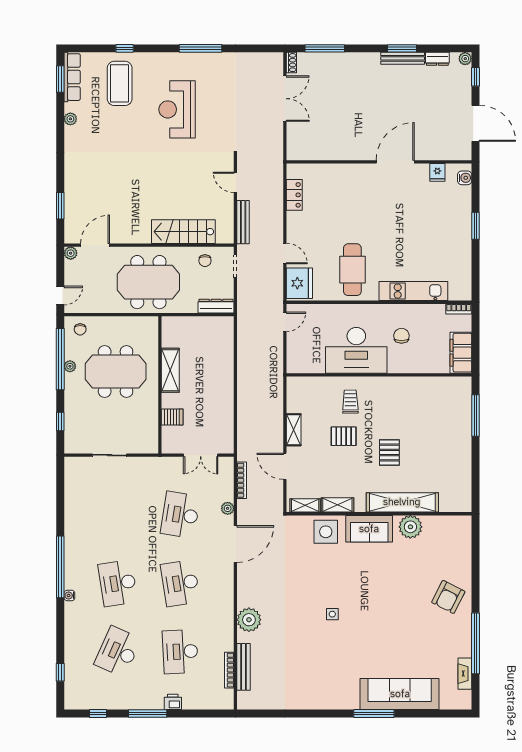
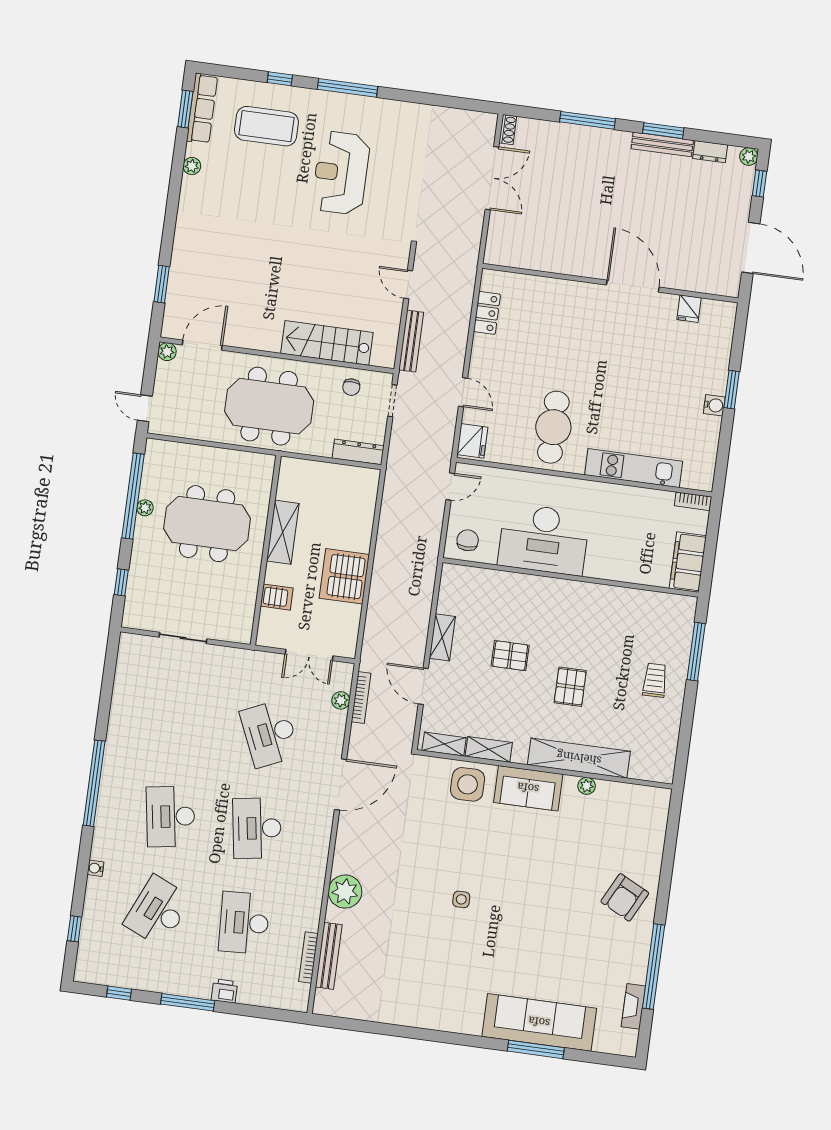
window: (201, 48) -> (348, 88), moved
window: (325, 48) -> (588, 120), moved
coffee table: (120, 83) -> (266, 126), turned 90
door: (395, 162) -> (633, 286), hinge flipped
water cooler: (465, 178) -> (714, 405), moved
fridge: (299, 283) -> (472, 441), width x0.73, depth x0.75
door: (60, 296) -> (145, 408), swing flipped
chair: (80, 329) -> (166, 459), removed
chair: (401, 336) -> (468, 540), moved
server rack: (218, 396) -> (344, 576), added
trolley: (350, 402) -> (655, 680), moved
plant: (228, 508) -> (341, 700), moved
desk: (180, 515) -> (270, 734), turned -33
plant: (410, 527) -> (587, 786), width x0.53, depth x0.53
water cooler: (69, 595) -> (96, 868), moved
window: (374, 714) -> (536, 1049), moved

